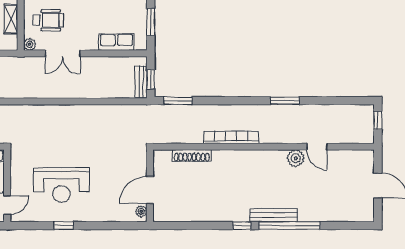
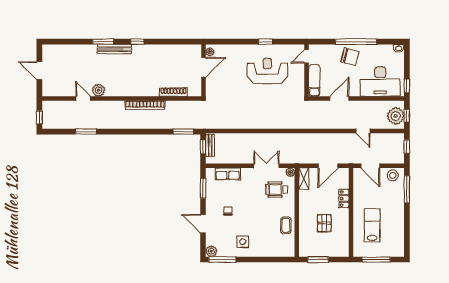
shelving: (11, 19) -> (304, 179), moved
window: (285, 101) -> (86, 132), moved
window: (289, 226) -> (103, 42), width x0.47

